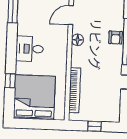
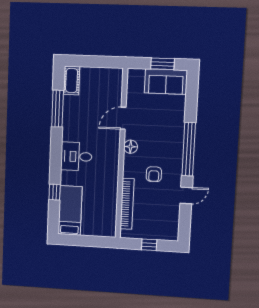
armchair: (116, 37) -> (154, 174), moved
bed: (34, 97) -> (70, 210), width x0.49

